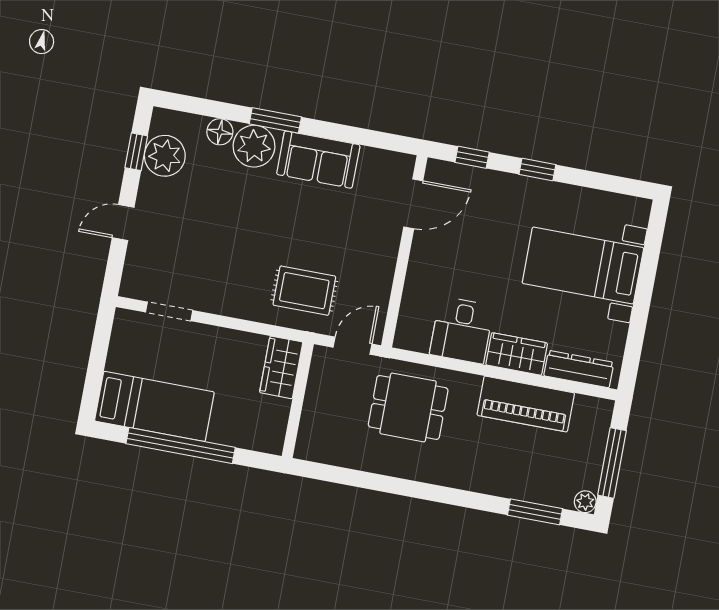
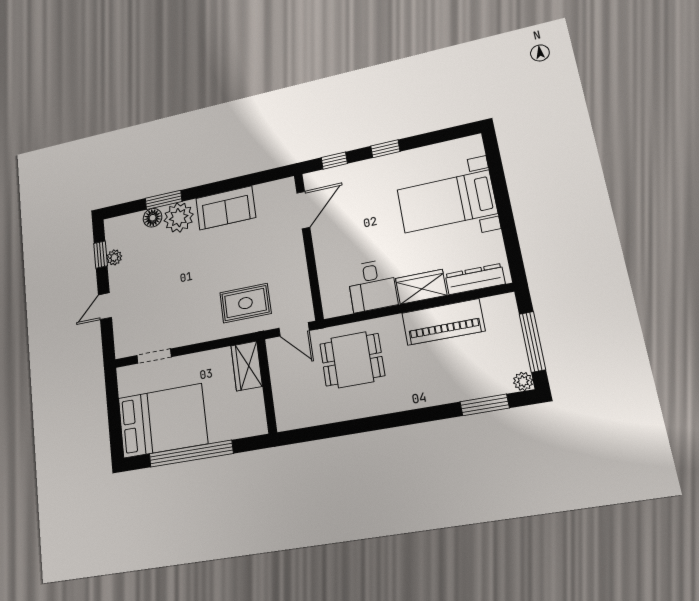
window: (275, 120) -> (164, 200), moved
plant: (165, 156) -> (114, 257), width x0.53, depth x0.53
door: (352, 346) -> (294, 329), swing flipped
bed: (154, 406) -> (163, 421), width x1.50

